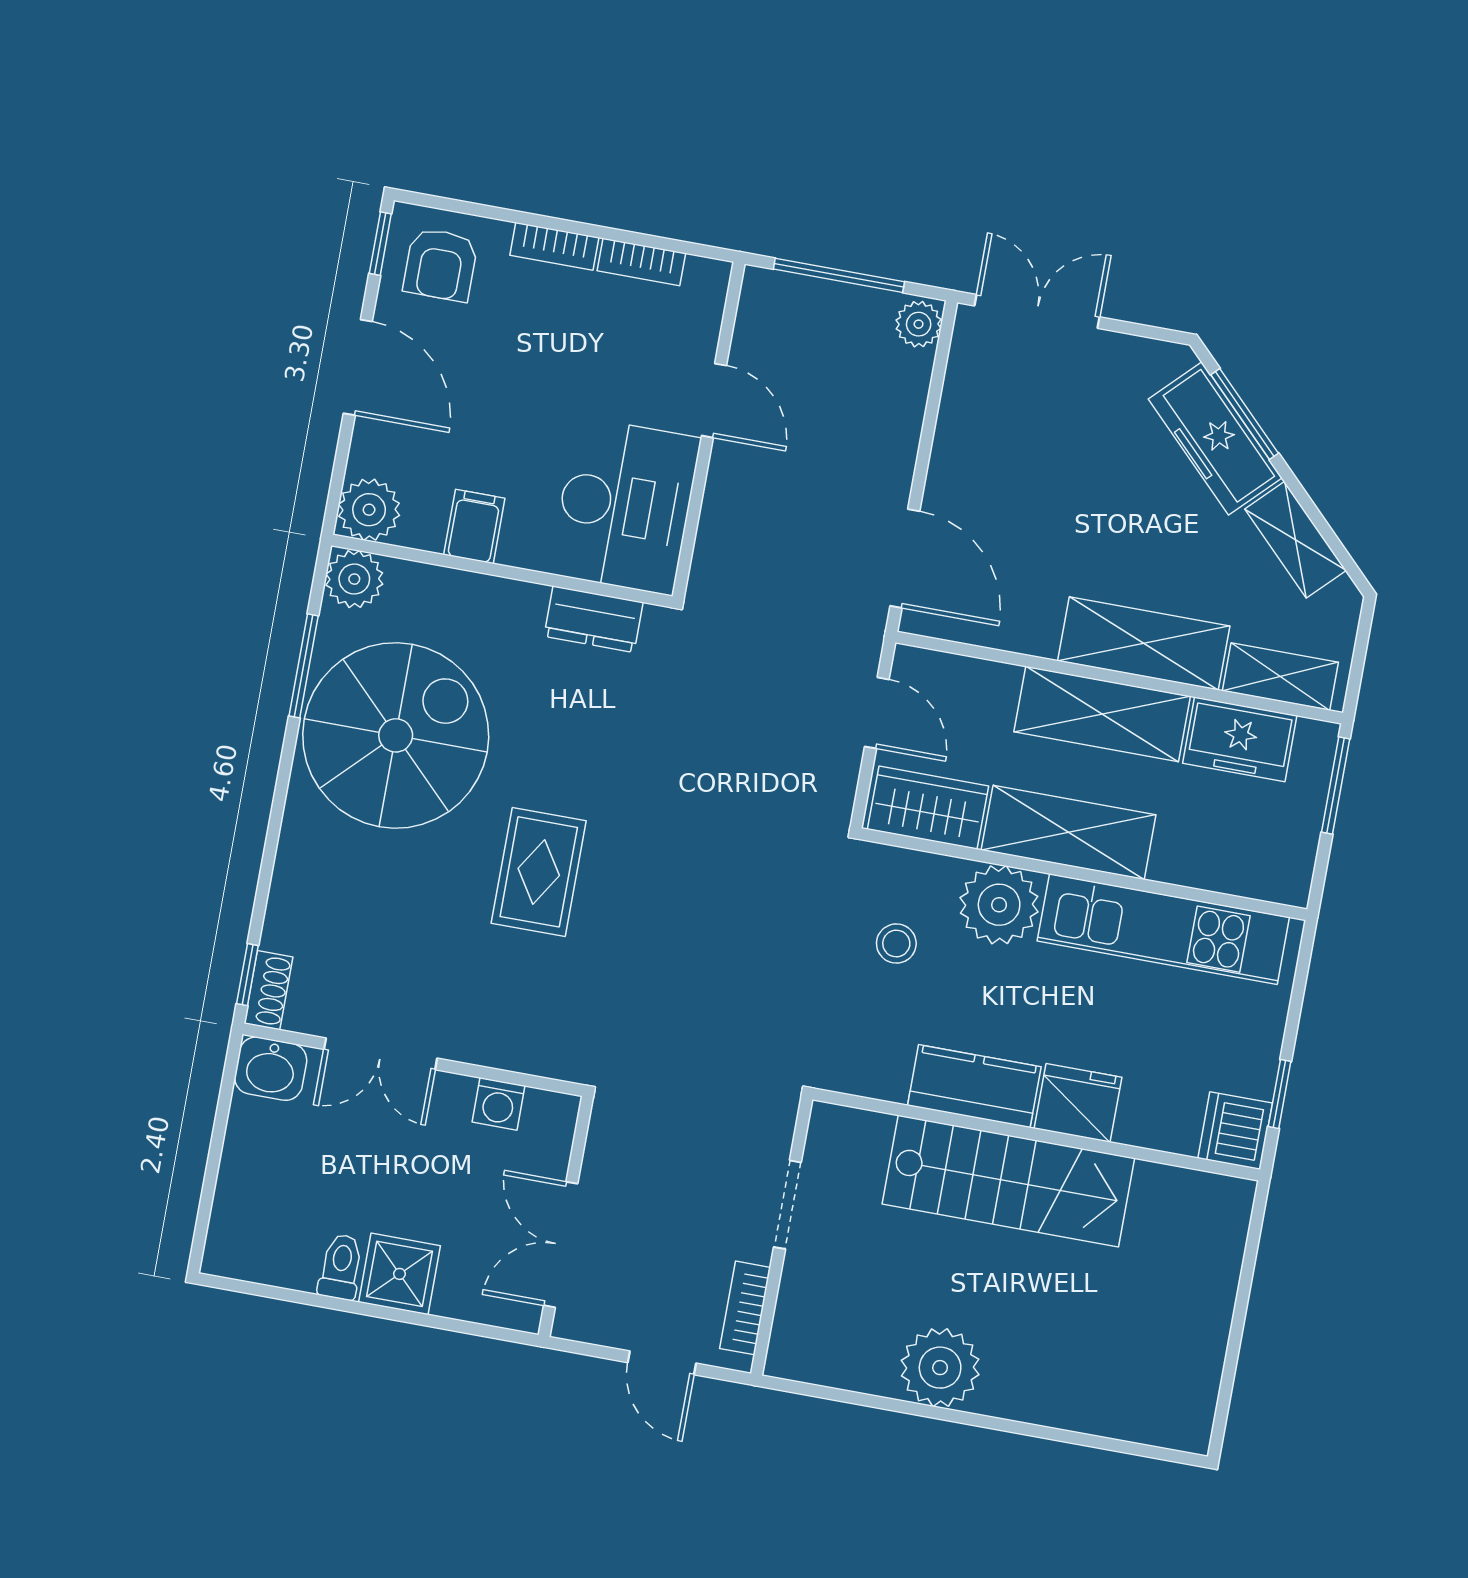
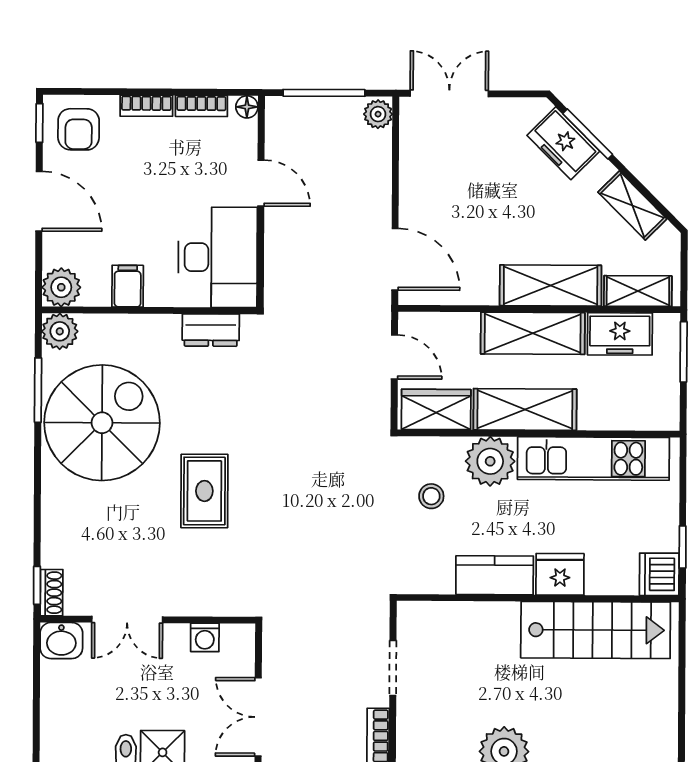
floor lamp: (713, 276) -> (247, 107), added
freezer: (1215, 438) -> (563, 143), width x0.71
stairs: (1008, 1181) -> (596, 630), moved

